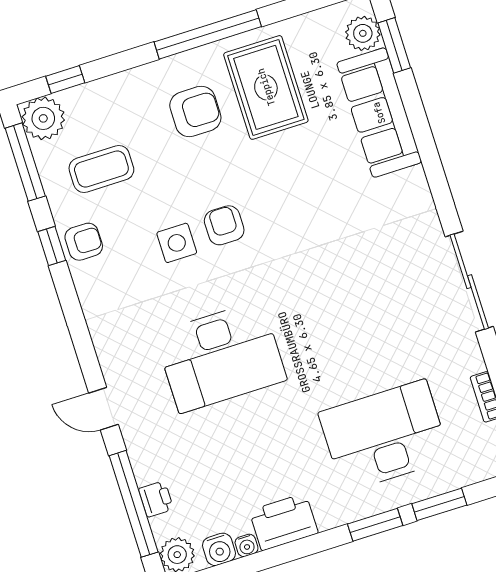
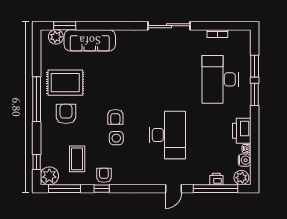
armchair: (224, 225) -> (115, 117), turned -90

